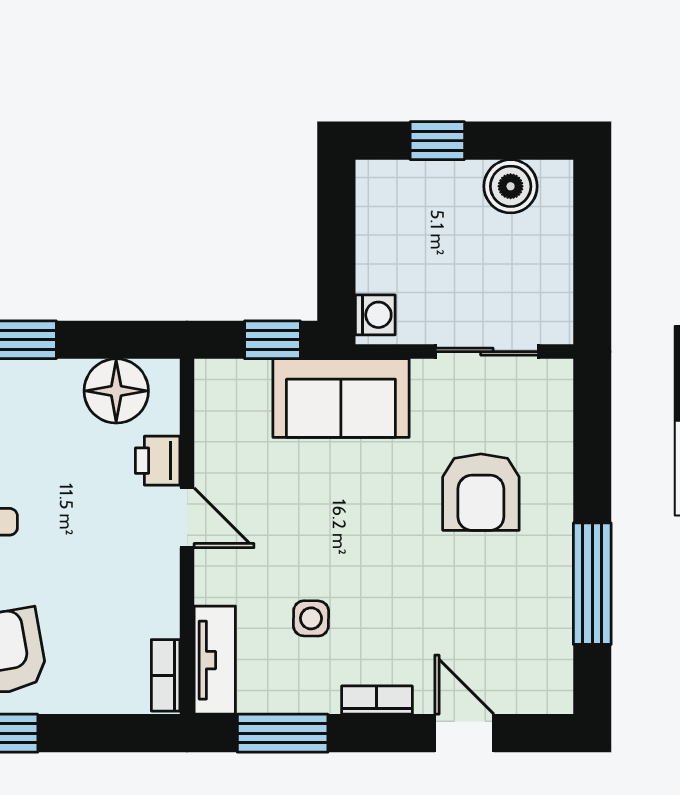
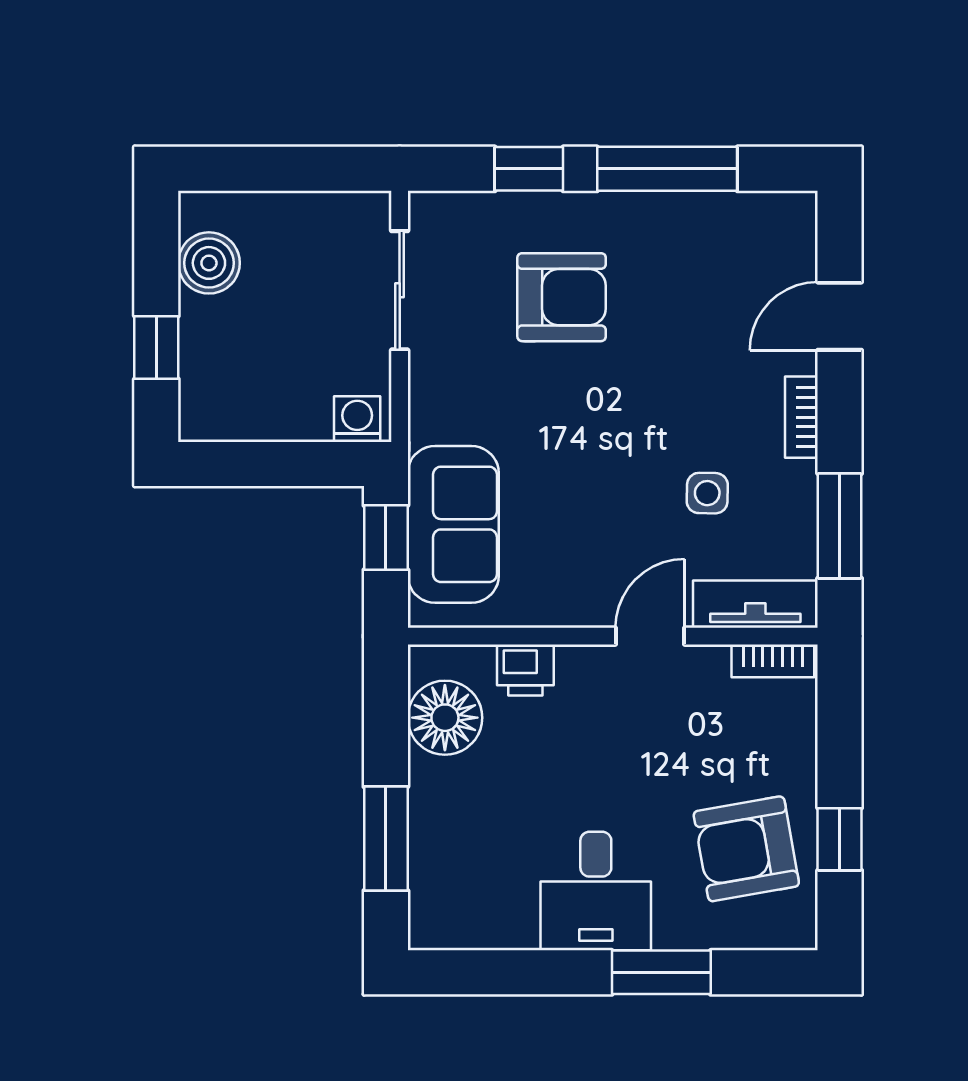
sofa: (341, 398) -> (453, 524), moved
window: (592, 464) -> (529, 169), added
door: (187, 518) -> (650, 636), moved

